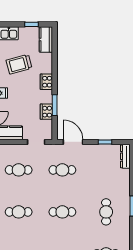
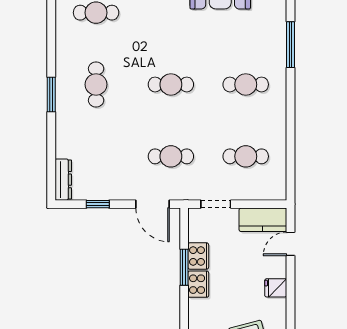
cooker: (46, 82) -> (198, 284), moved

